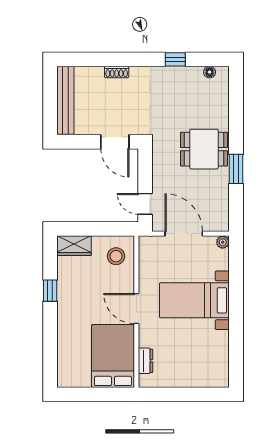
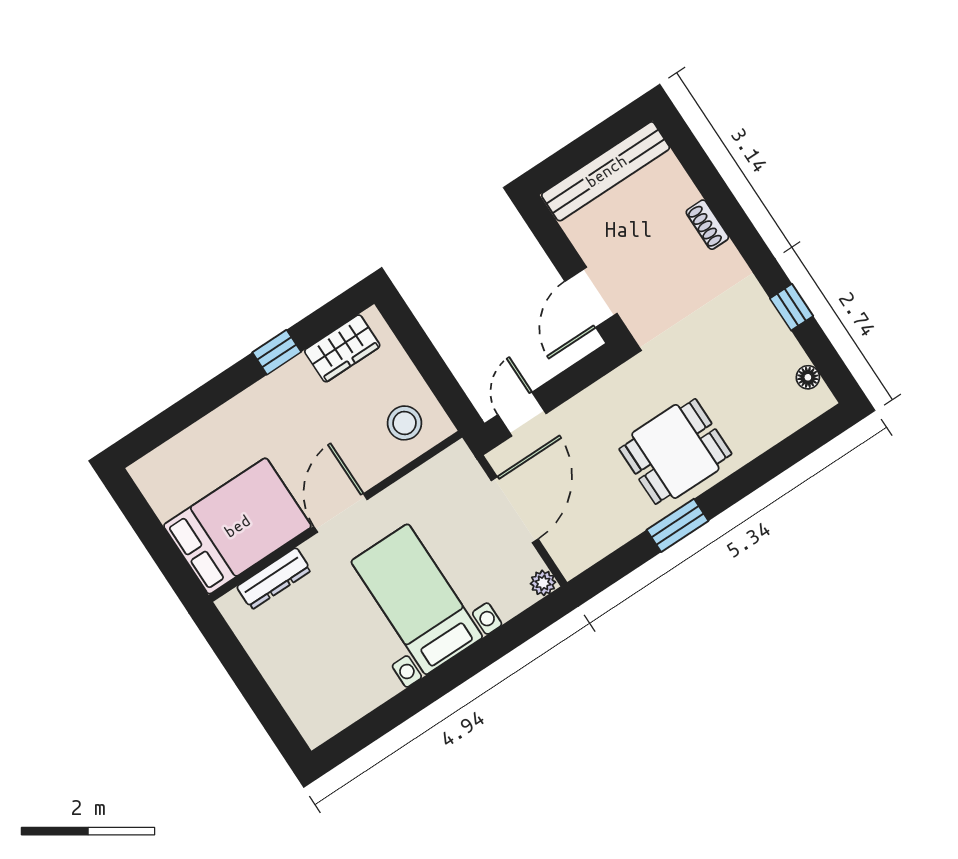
dining table: (204, 149) -> (675, 451), turned 90
wardrobe: (74, 246) -> (342, 348), moved, turned -90
dresser: (146, 361) -> (274, 579), width x1.44

